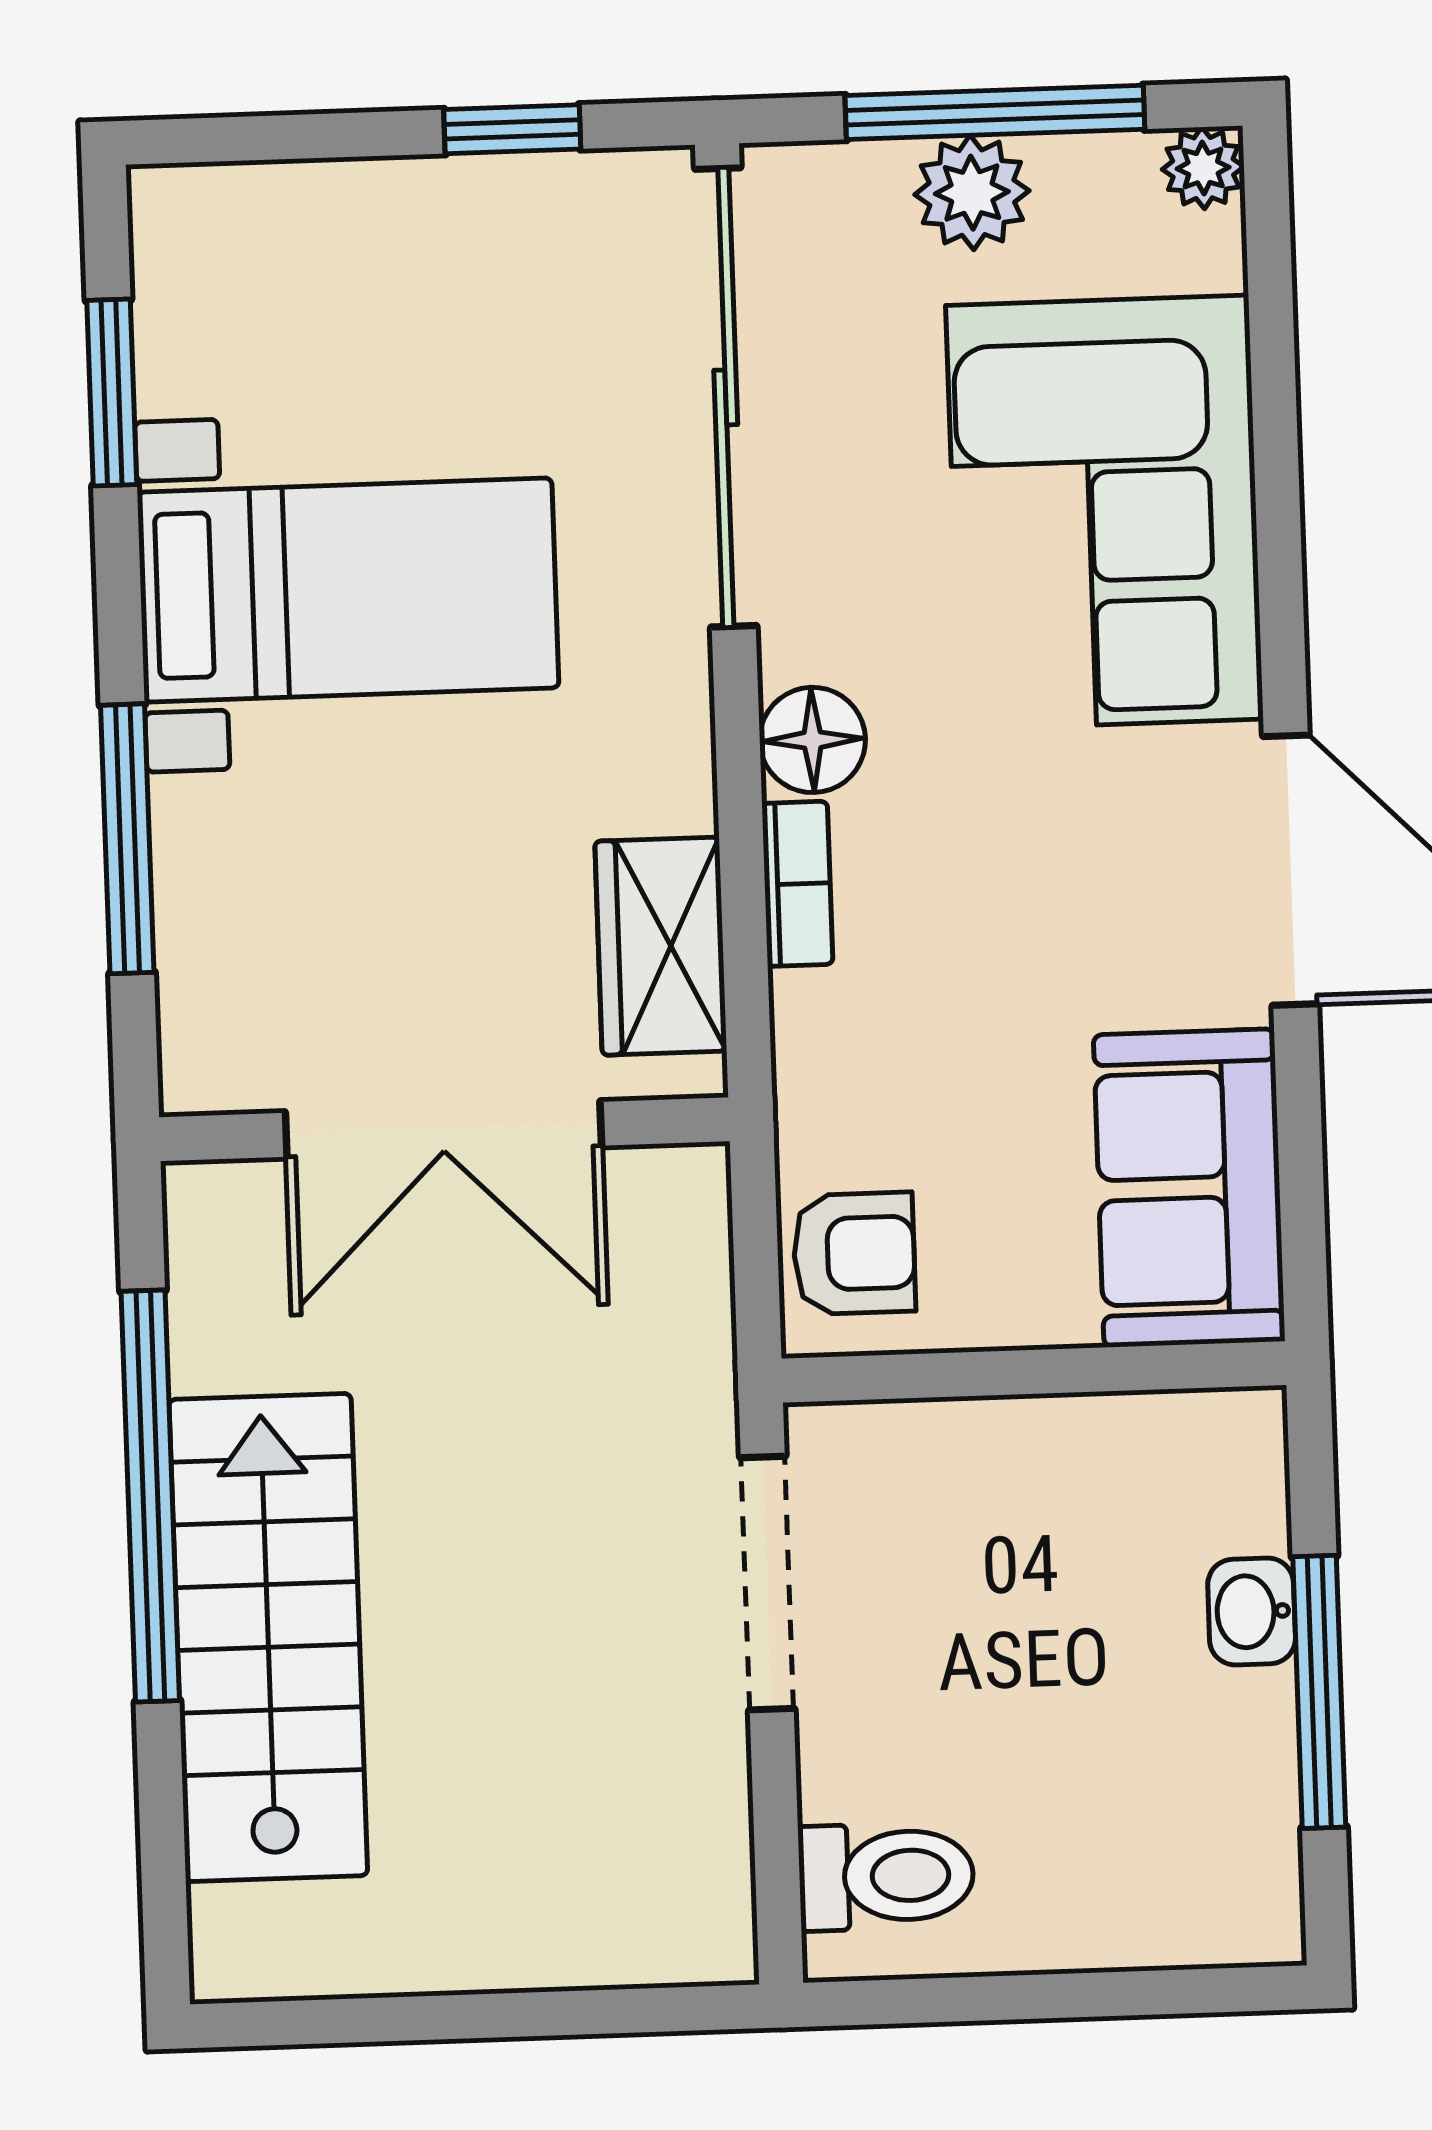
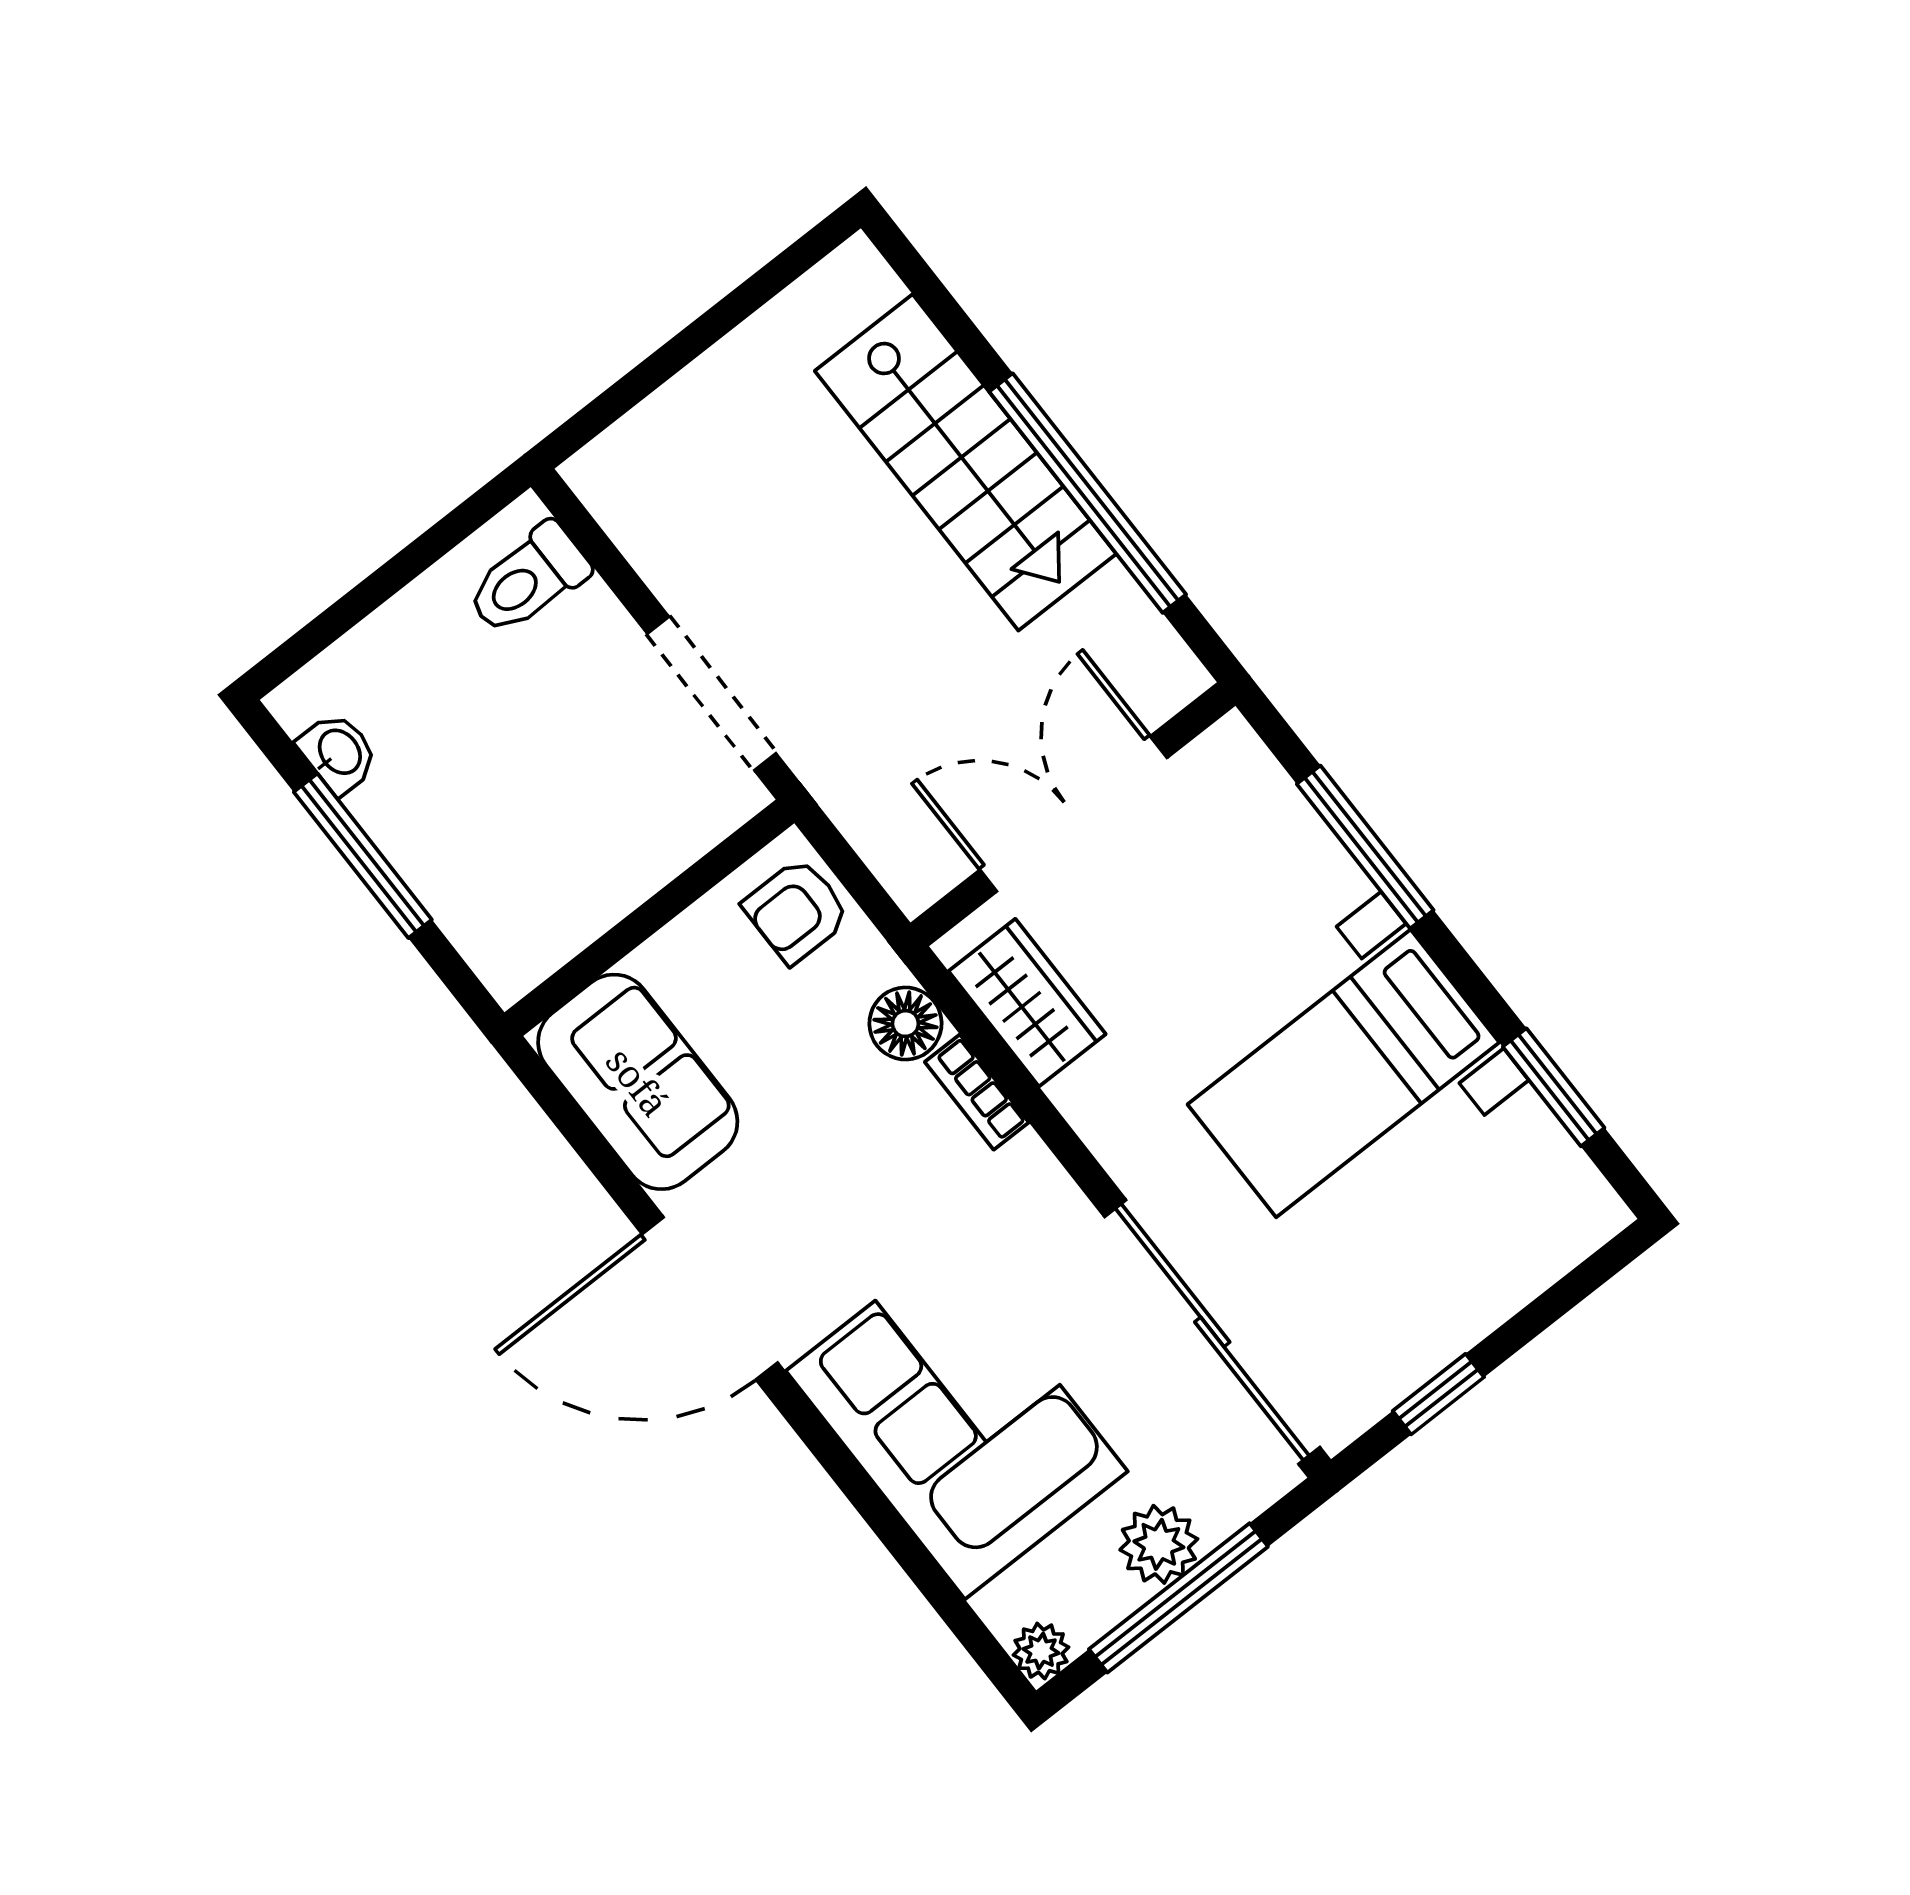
floor lamp: (813, 740) -> (905, 1024), moved
washbasin: (1252, 1612) -> (338, 753), moved

